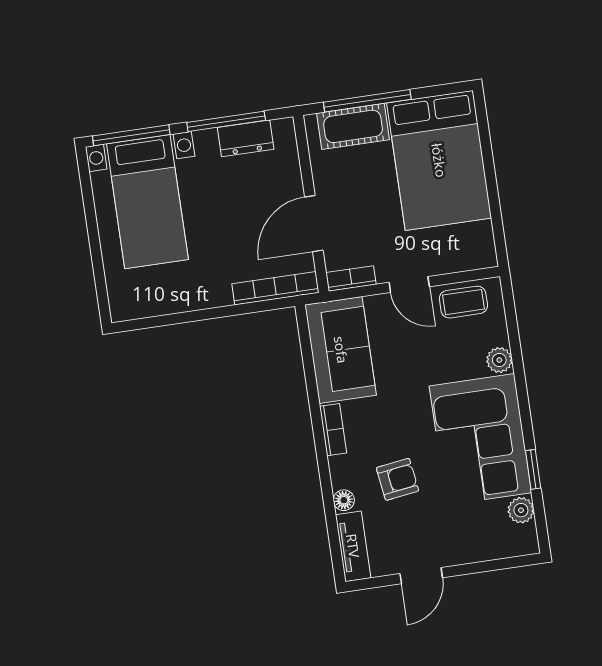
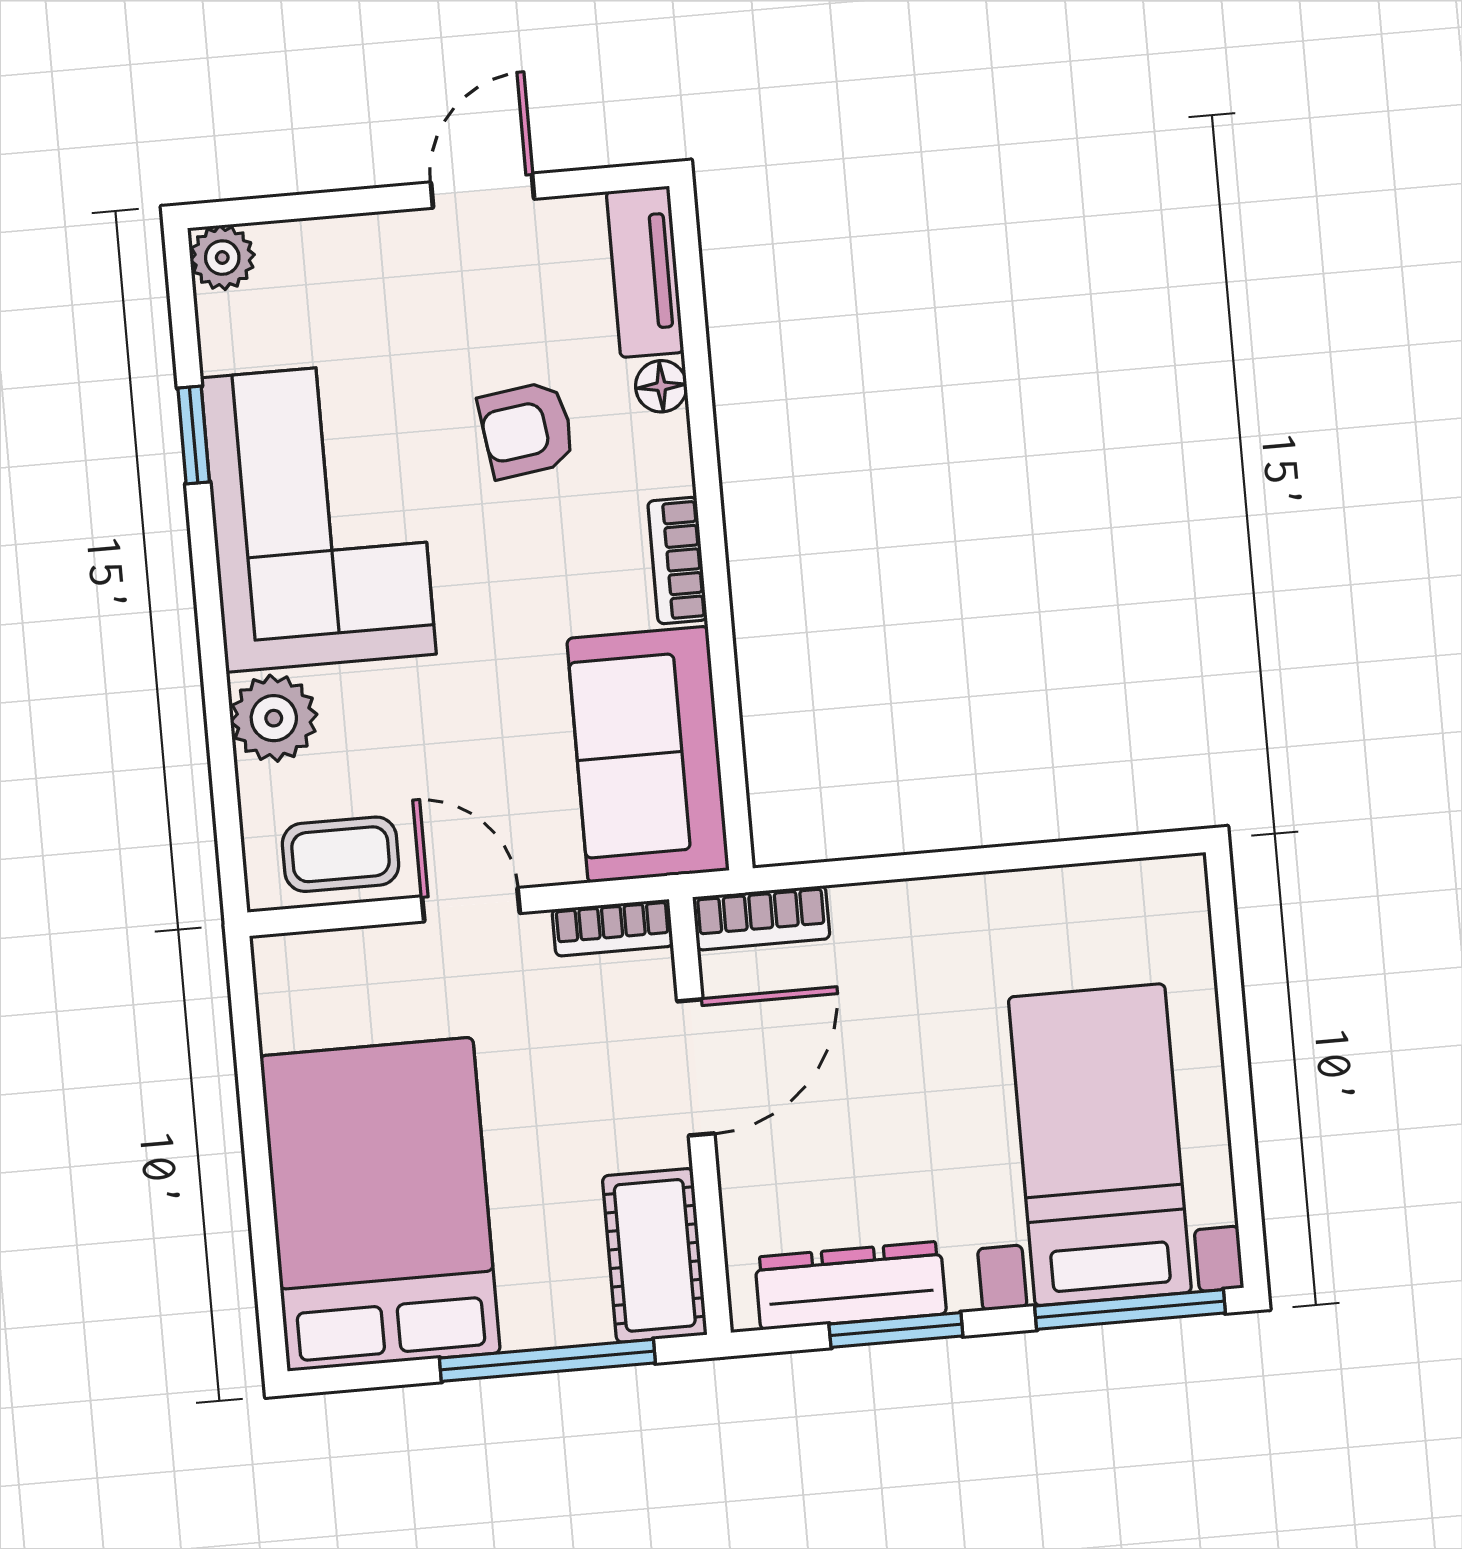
window: (226, 121) -> (896, 1330), width x0.69
cot: (353, 126) -> (655, 1255), moved, turned 90
dresser: (246, 138) -> (851, 1286), width x1.44
bookcase: (275, 288) -> (761, 918), width x0.64
plant: (499, 360) -> (274, 718), width x1.38, depth x1.38
plant: (521, 510) -> (222, 258), moved

